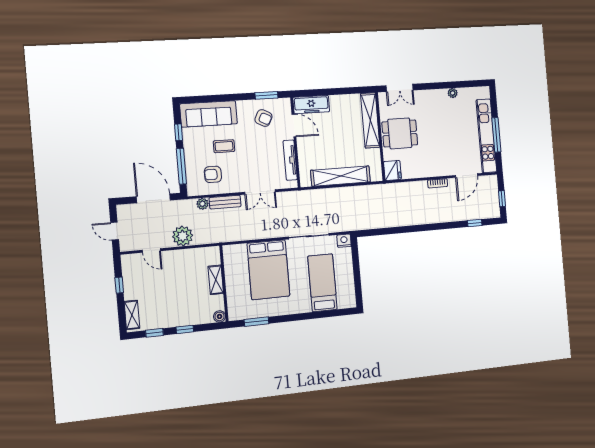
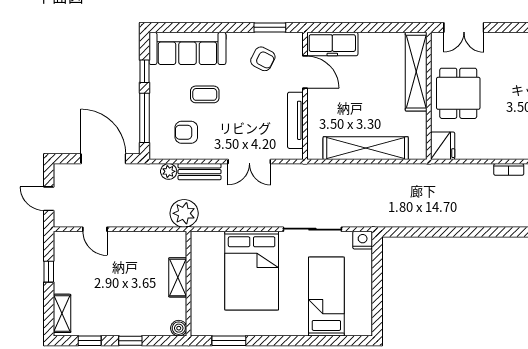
dining table: (400, 133) -> (458, 93), turned 90
plant: (183, 236) -> (184, 213), moved

